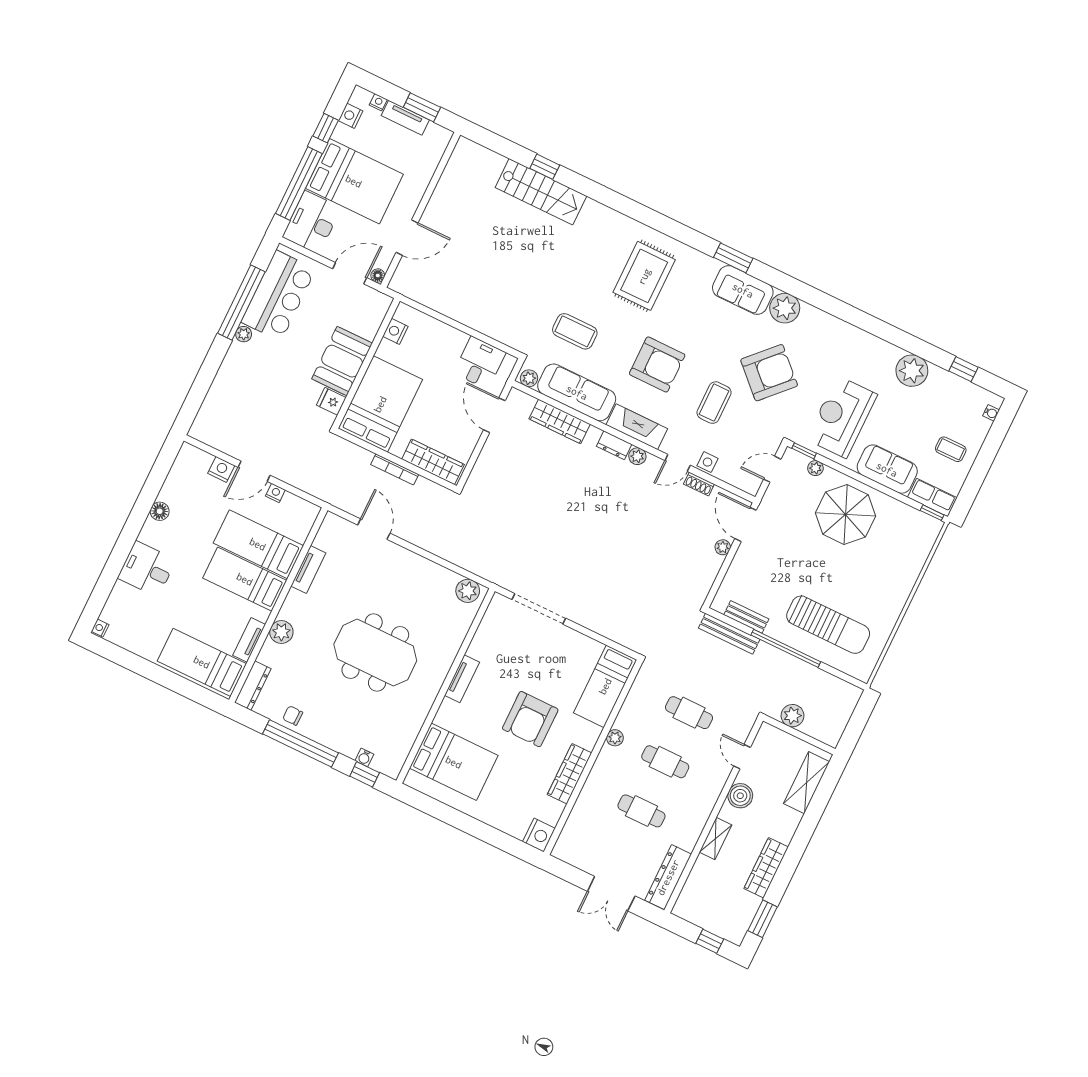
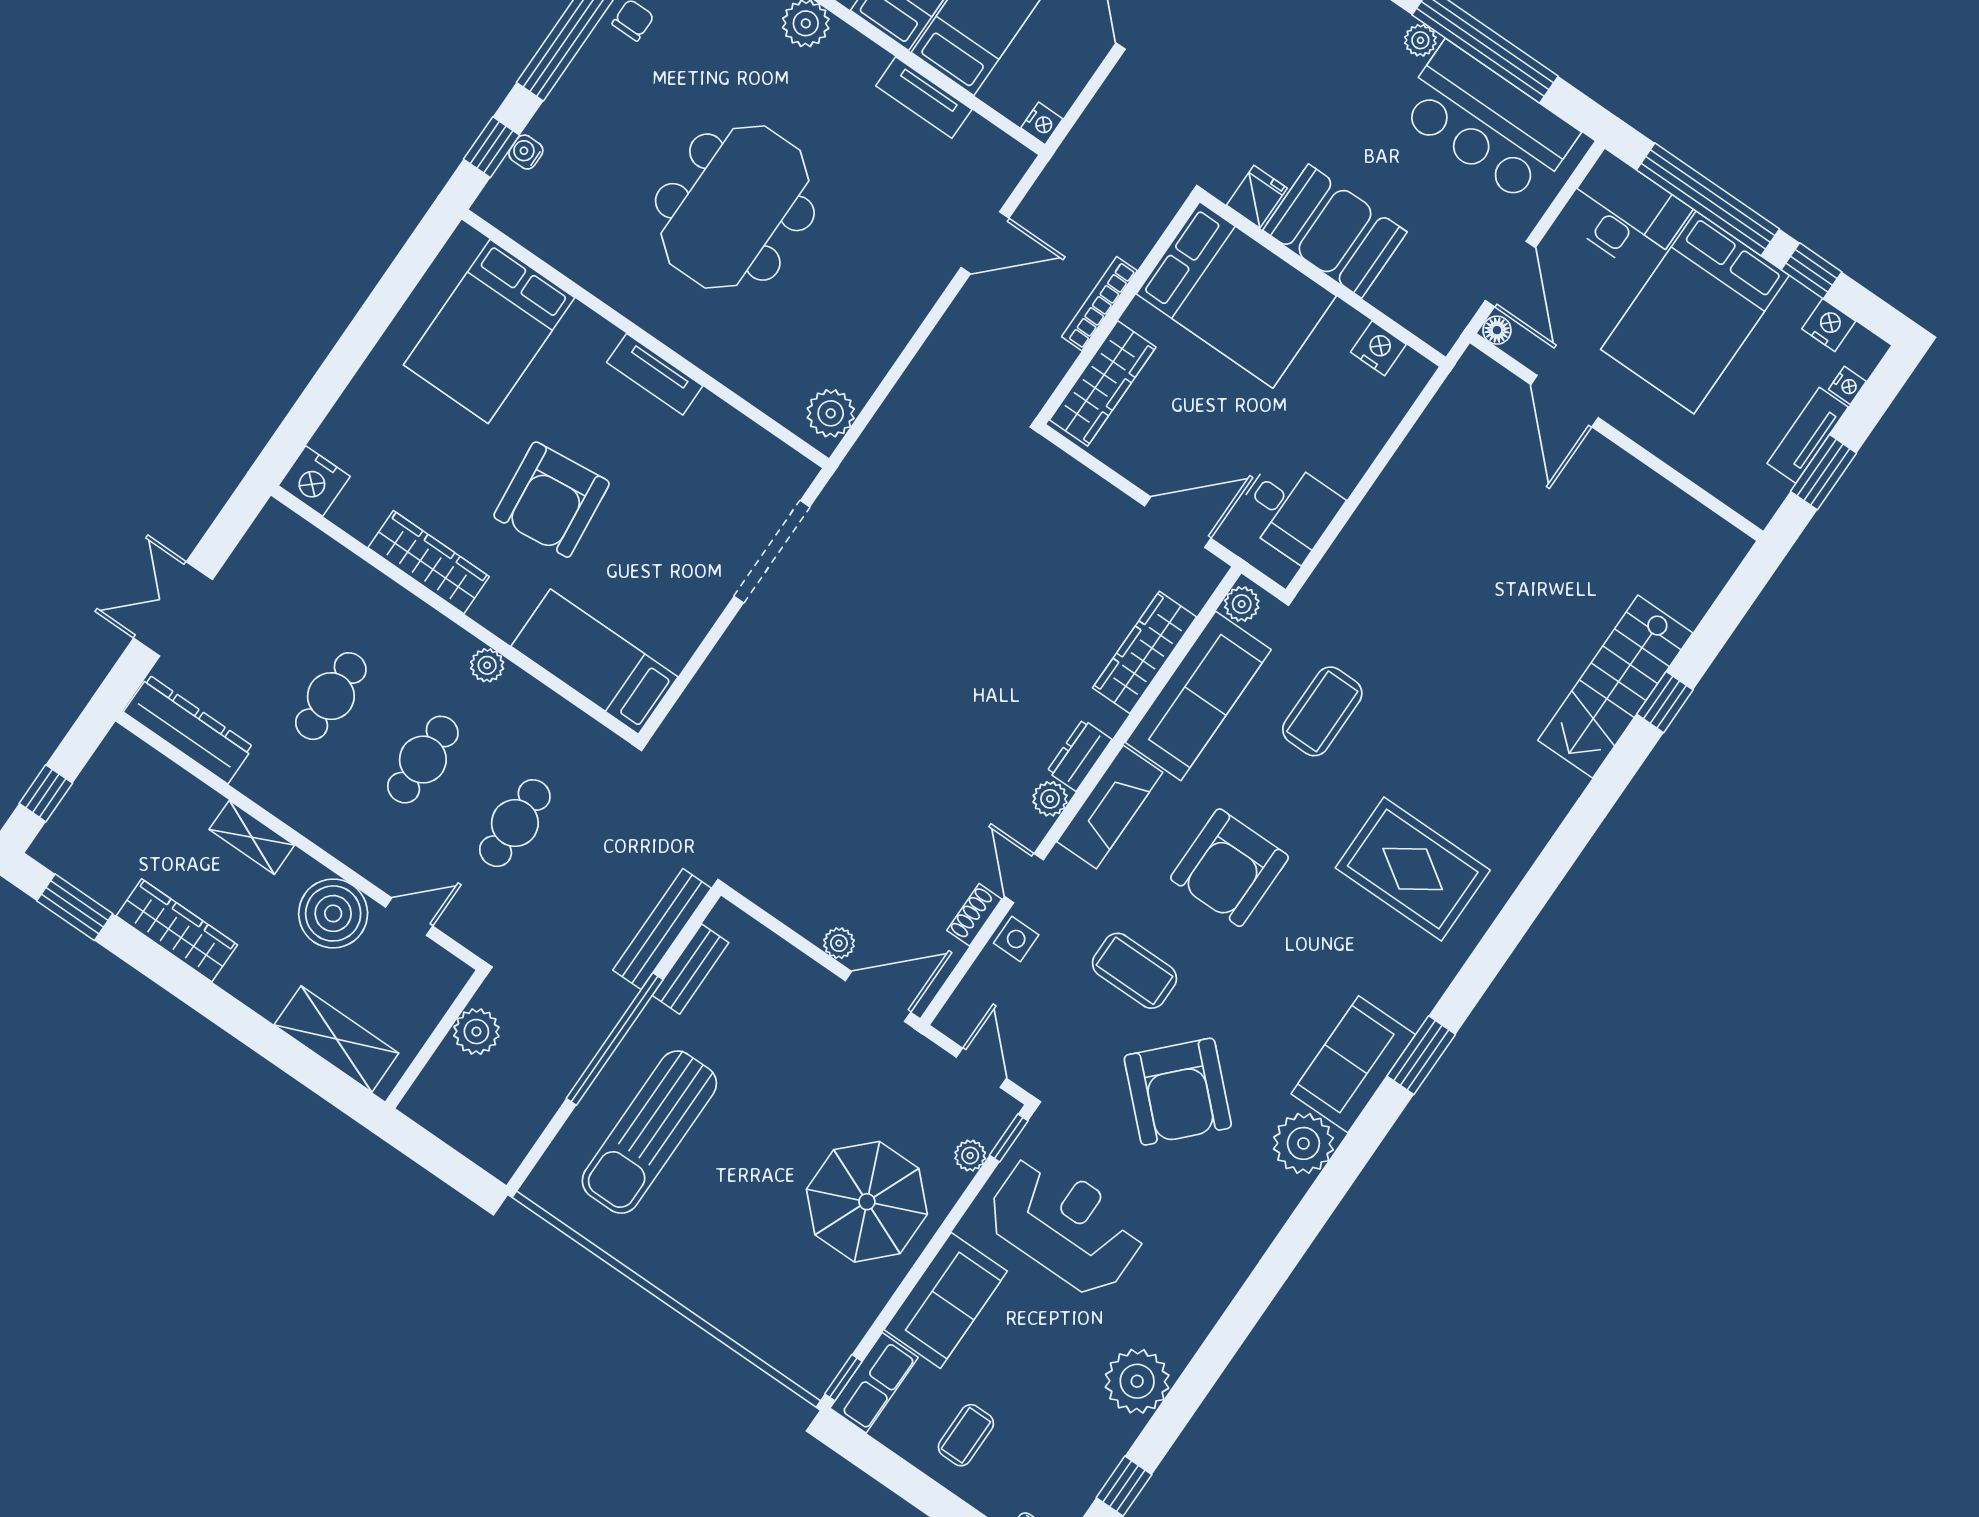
nightstand: (275, 493) -> (1042, 123), moved
armchair: (530, 719) -> (552, 500), turned -96
boiler: (740, 796) -> (333, 913), width x1.37, depth x1.37

